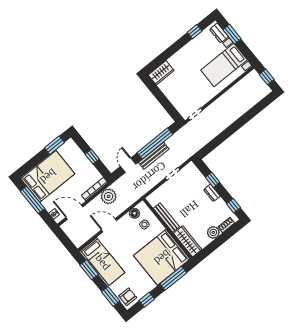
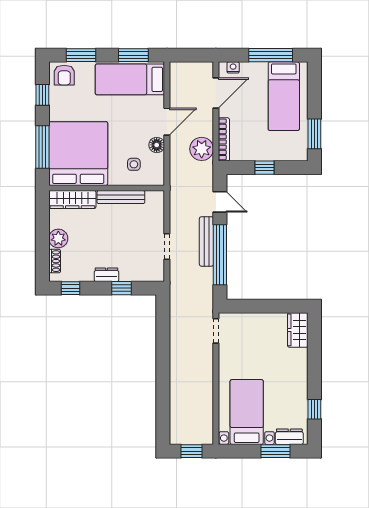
bed: (48, 176) -> (284, 96), width x0.67
floor lamp: (134, 213) -> (157, 145), moved

